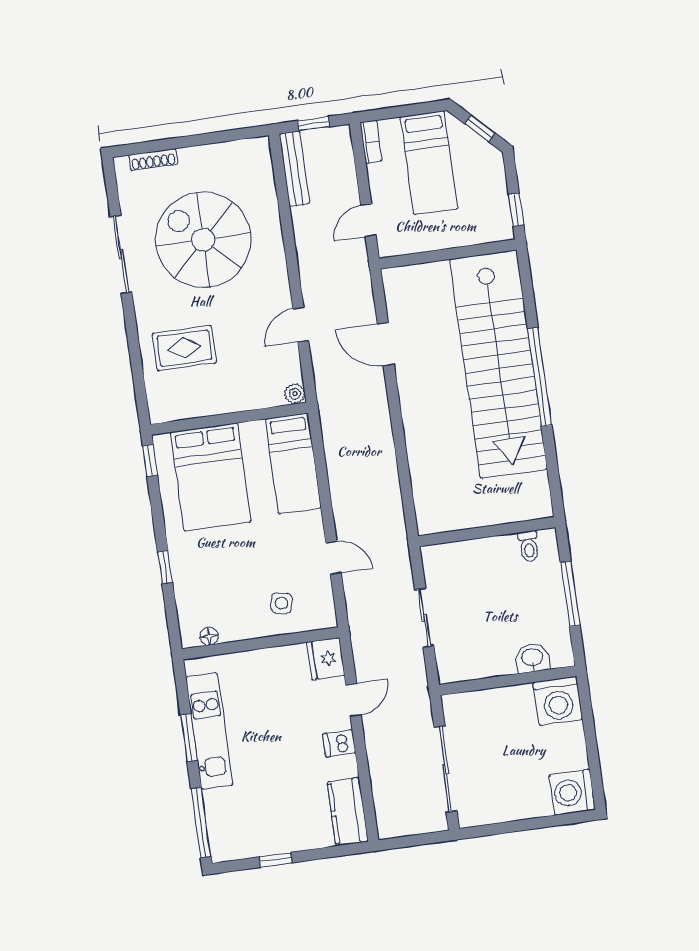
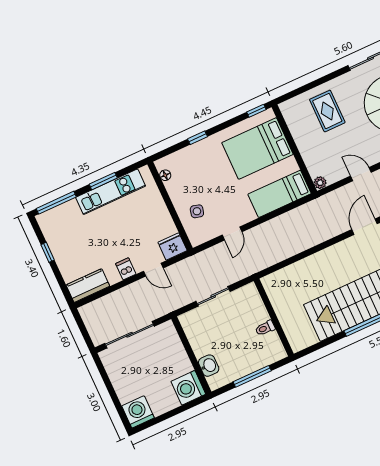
toilet: (529, 546) -> (265, 328), moved

